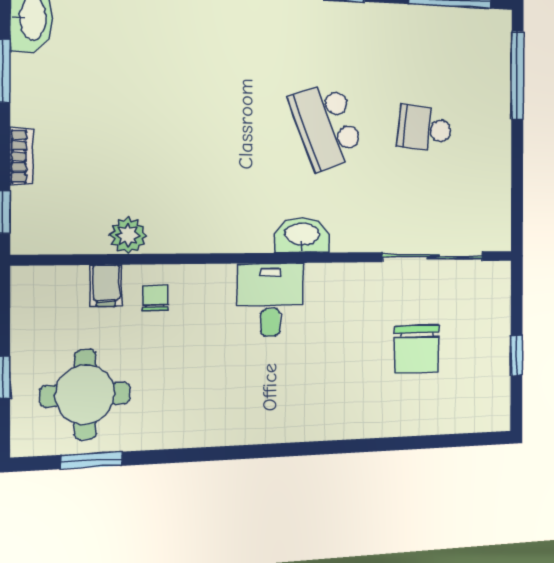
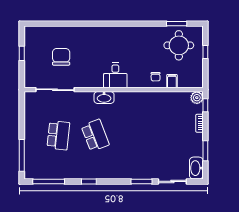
school desk: (425, 129) -> (58, 135), width x1.85
plant: (128, 235) -> (197, 98), moved

